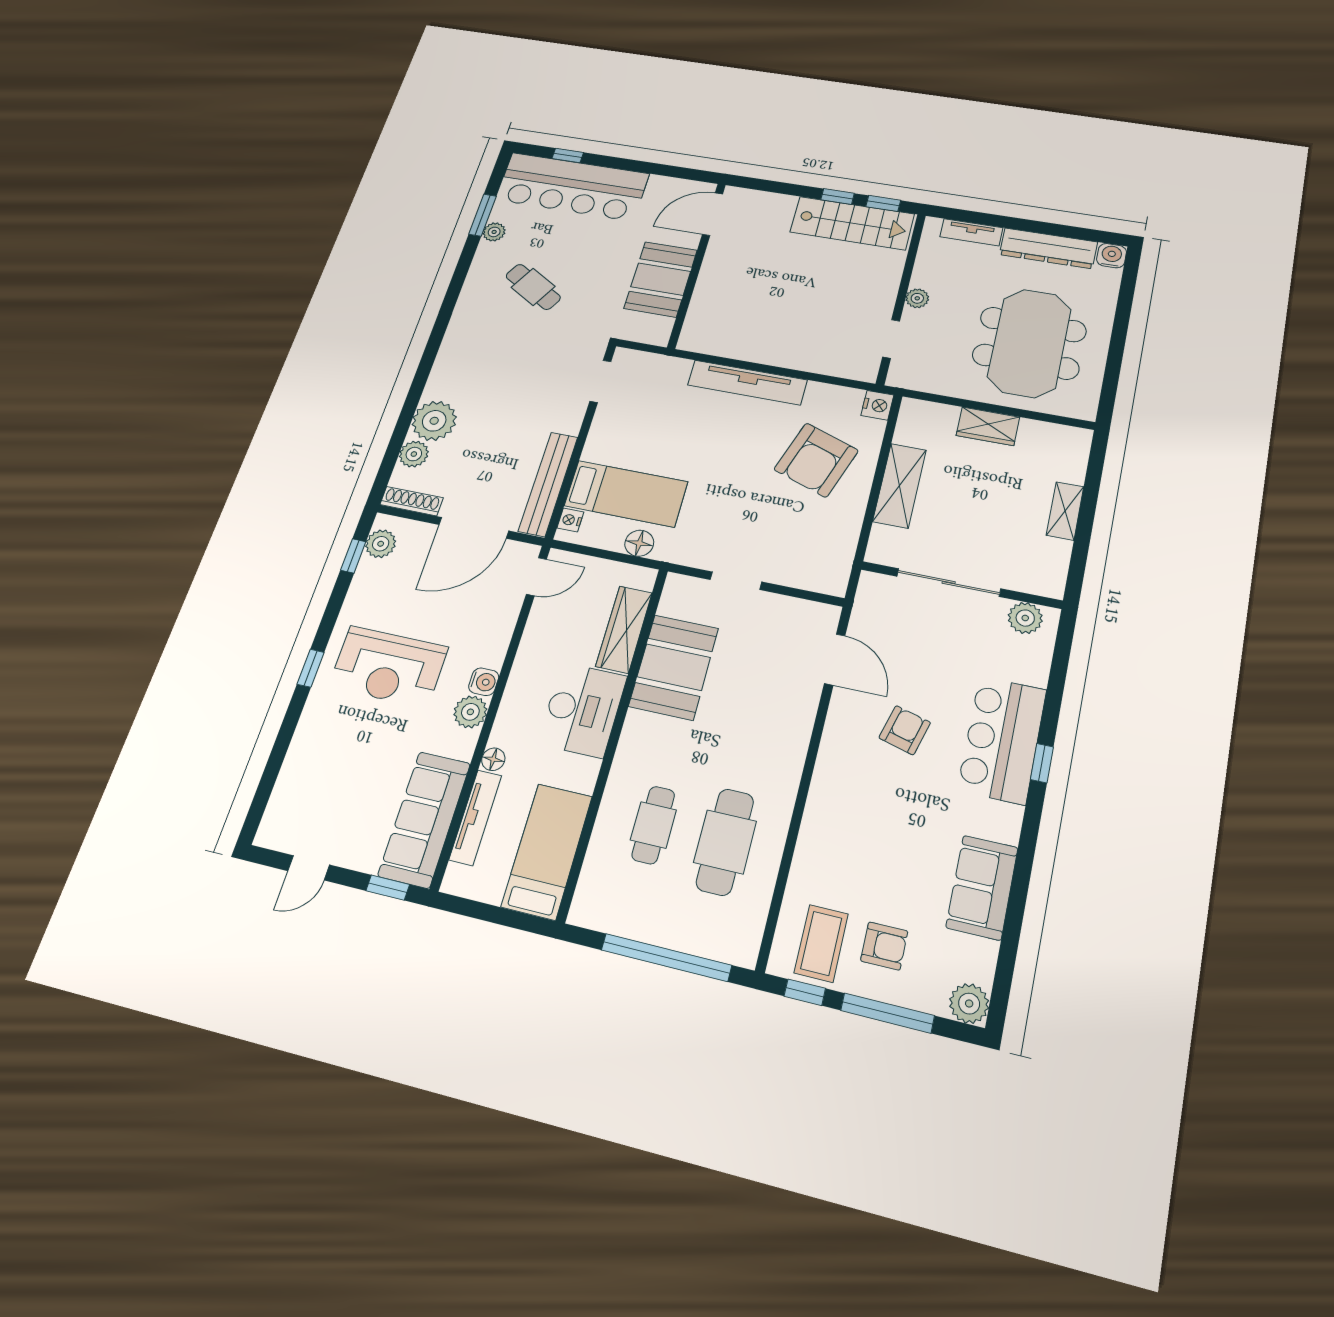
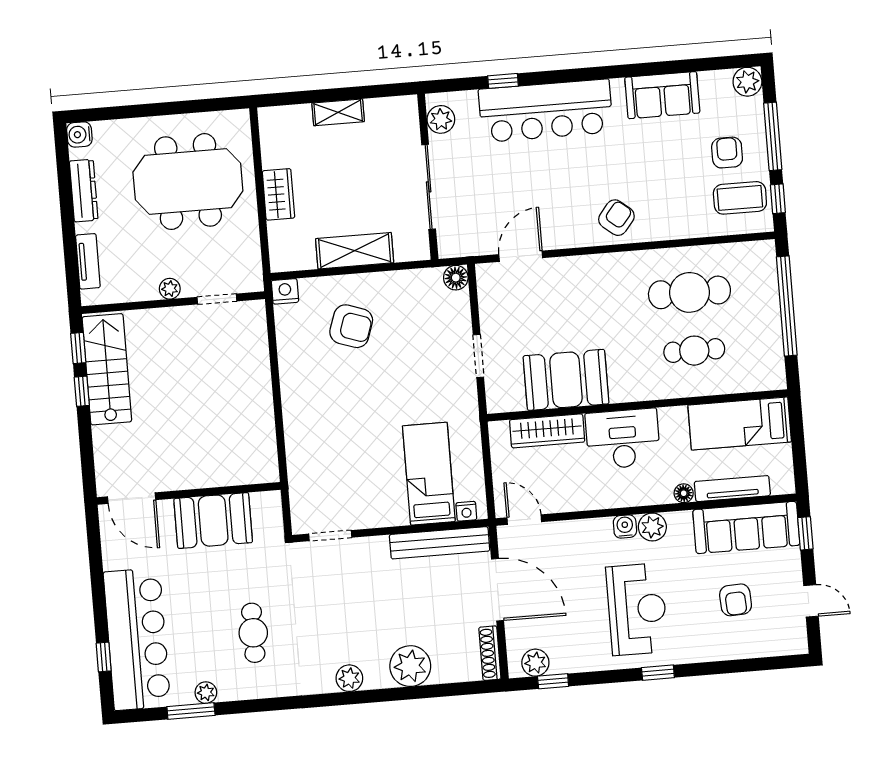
dresser: (1048, 248) -> (84, 190), width x0.73, depth x0.80
cafe table: (533, 287) -> (253, 633), turned -30
tv unit: (747, 383) -> (295, 408), removed
plant: (414, 454) -> (349, 678), moved
armchair: (816, 460) -> (351, 326), width x0.73, depth x0.73
floor lamp: (639, 543) -> (456, 278), moved
armchair: (905, 730) -> (616, 218), moved, turned 114
bar counter: (1002, 740) -> (546, 111), width x1.36
window: (1042, 763) -> (503, 81), moved
armchair: (349, 780) -> (736, 600), added

